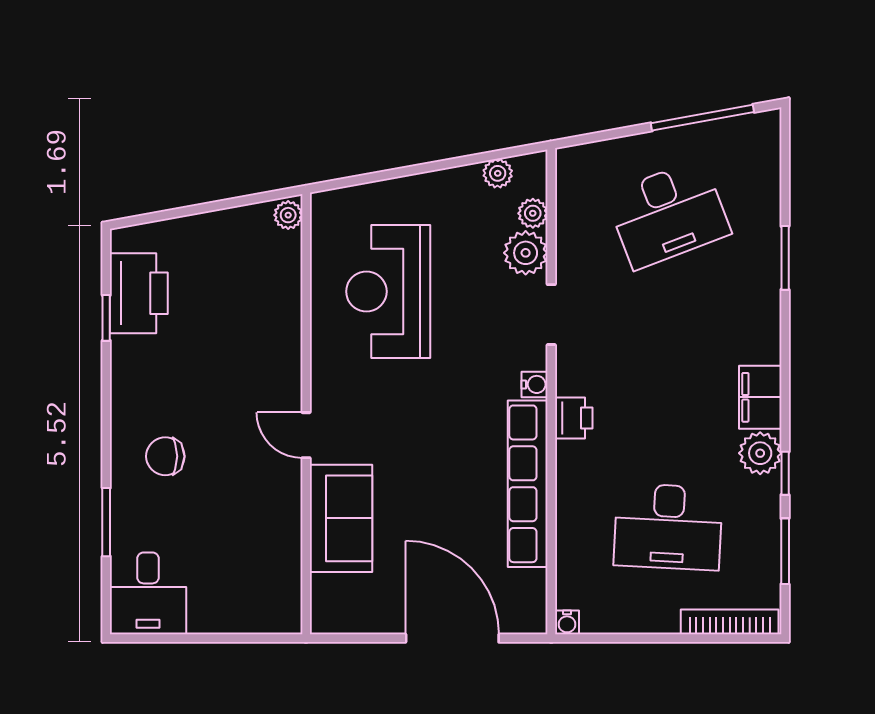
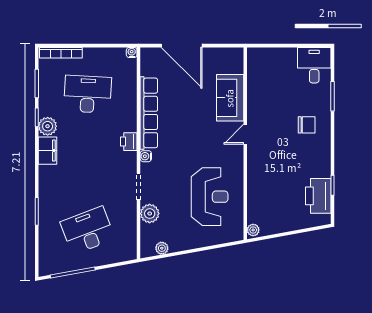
plant: (533, 213) -> (147, 231), removed
door: (306, 435) -> (245, 134), swing flipped

